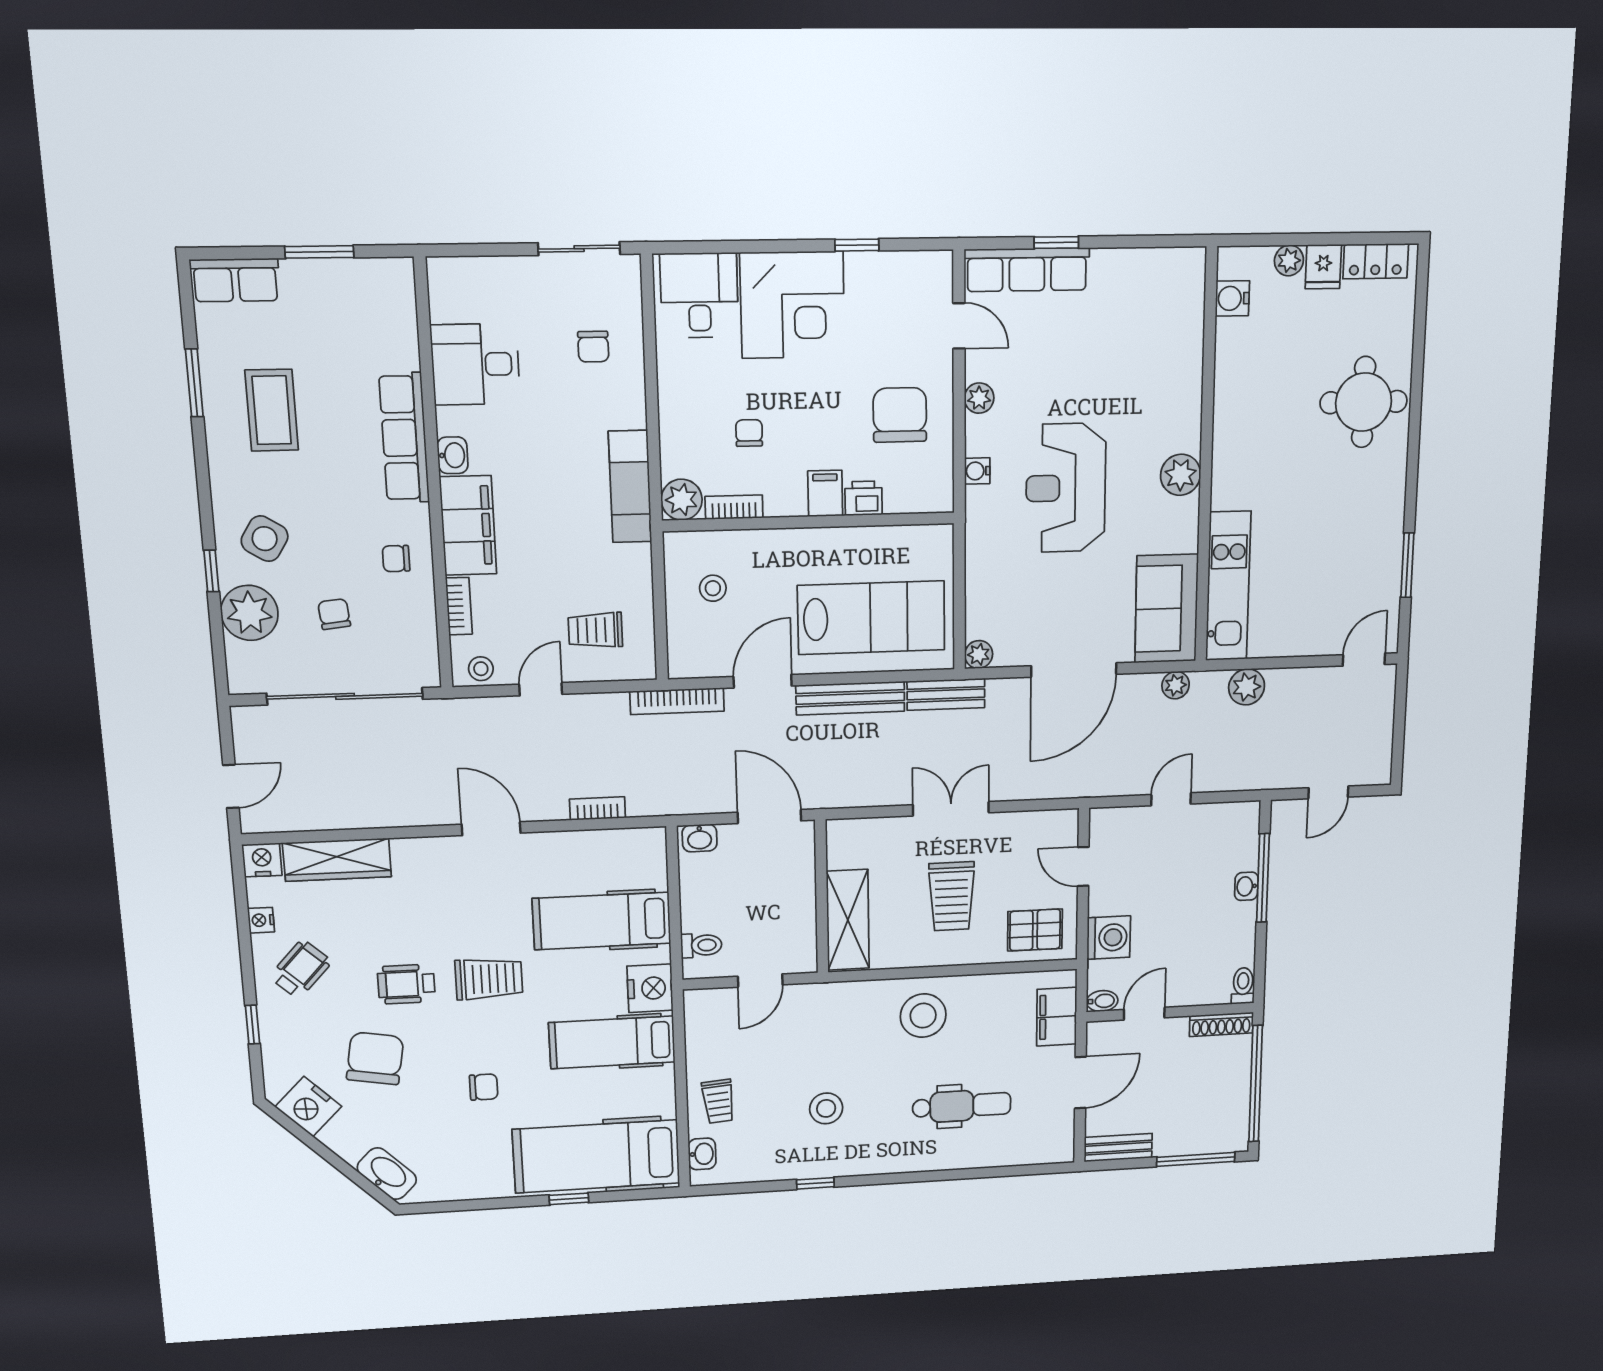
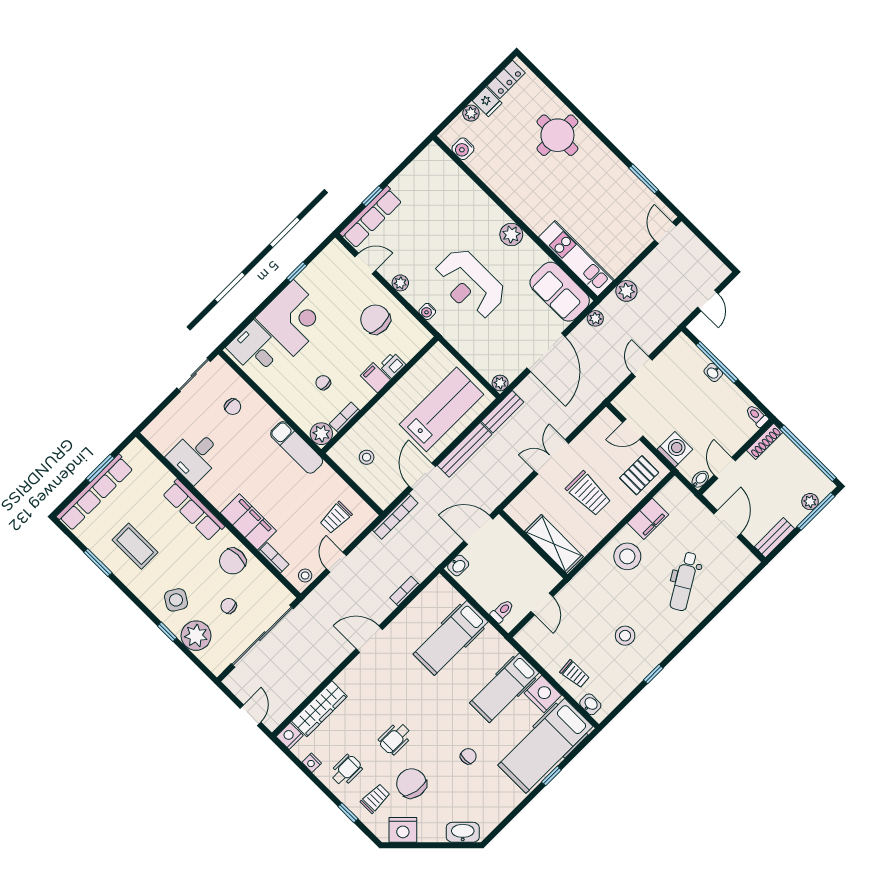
row of seats: (235, 280) -> (95, 493), width x2.02
washbasin: (453, 455) -> (218, 500), removed
chair: (396, 559) -> (233, 561), width x1.87, depth x1.87
wheelchair: (300, 969) -> (346, 770), turned 47
trolley: (489, 979) -> (375, 798), moved, width x0.73, depth x0.72
nightstand: (650, 988) -> (543, 694), moved
filing cabinet: (1057, 1017) -> (648, 519), moved, turned -90
dental chair: (962, 1106) -> (684, 581), turned 149
plant: (1201, 1142) -> (810, 502), added

